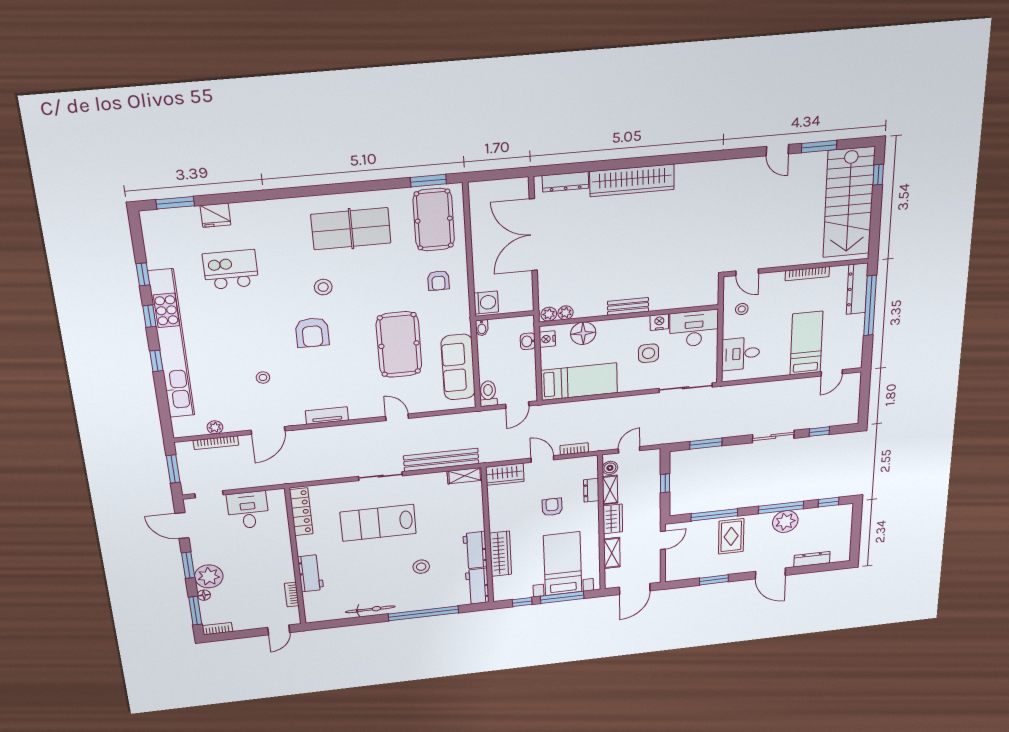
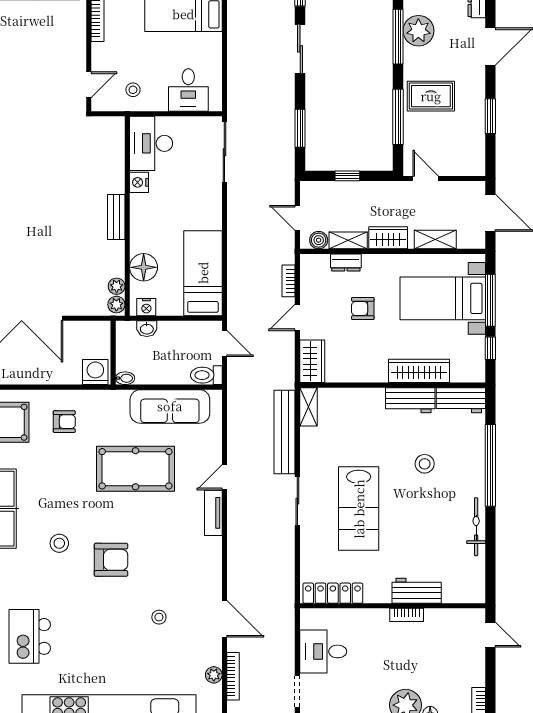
side table: (648, 353) -> (176, 195), removed
tv unit: (327, 416) -> (213, 513), moved
bookcase: (292, 595) -> (407, 615), moved

